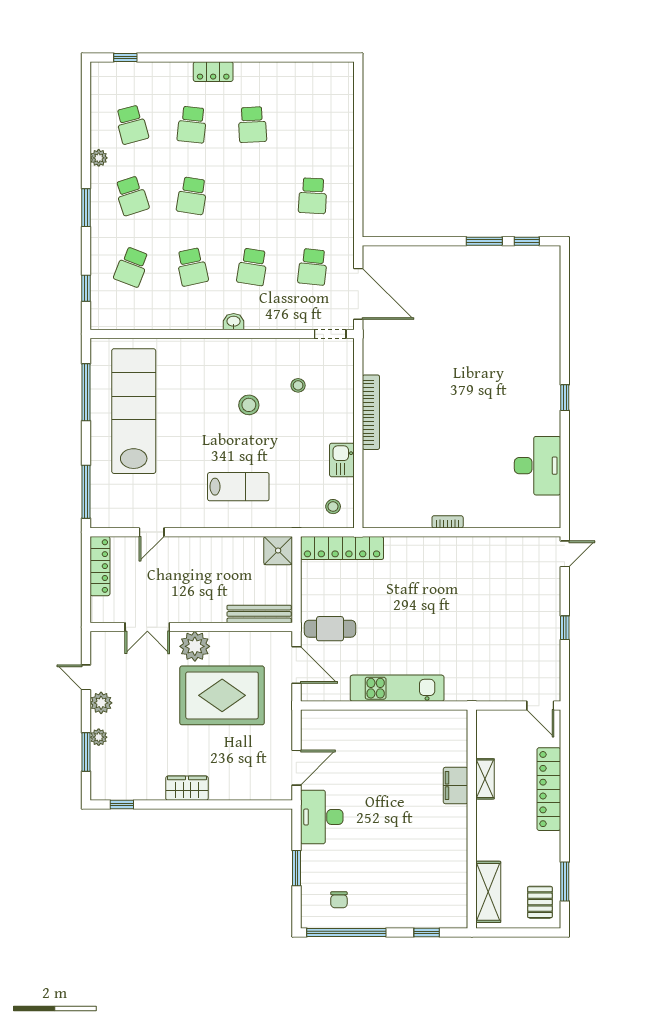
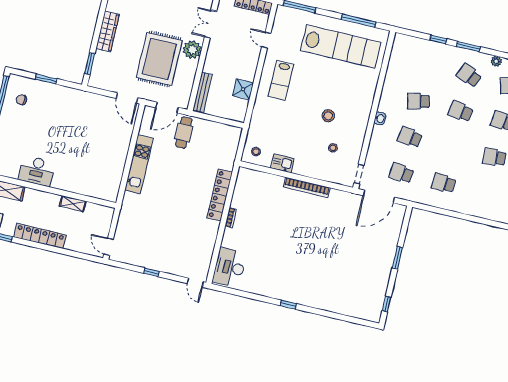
school desk: (132, 196) -> (469, 75), turned 42
window: (484, 241) -> (397, 258), moved
school desk: (132, 267) -> (427, 65), removed
window: (86, 288) -> (438, 40), moved
desk: (538, 466) -> (230, 267), moved, turned 90
lab bench: (238, 487) -> (281, 80), moved
locker: (342, 548) -> (220, 195), moved
shower: (278, 551) -> (243, 89), moved
door: (540, 706) -> (109, 247), hinge flipped
door: (296, 768) -> (127, 98), moved
filing cabinet: (456, 785) -> (73, 185), removed
wardrobe: (187, 788) -> (108, 31), width x1.50
locker: (549, 789) -> (40, 236), moved
window: (256, 805) -> (90, 64), added
desk: (322, 817) -> (37, 171), moved, turned 180

